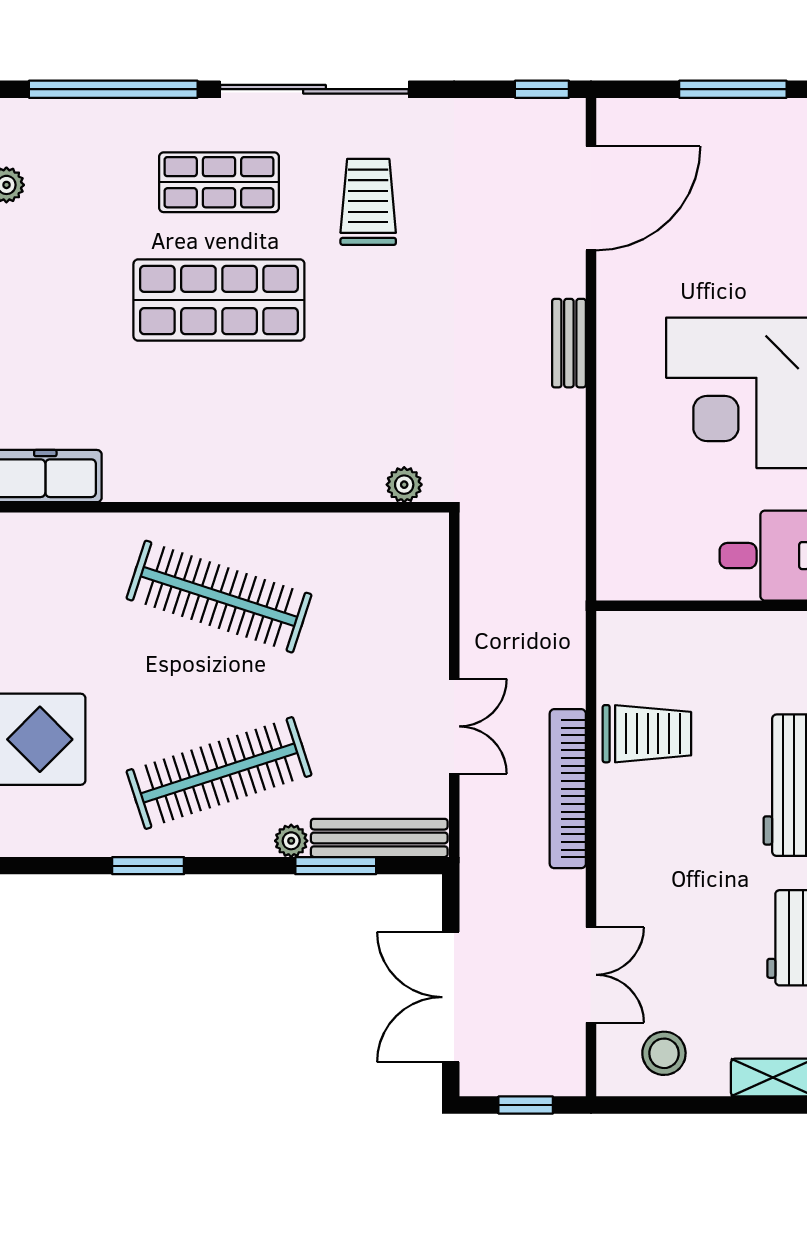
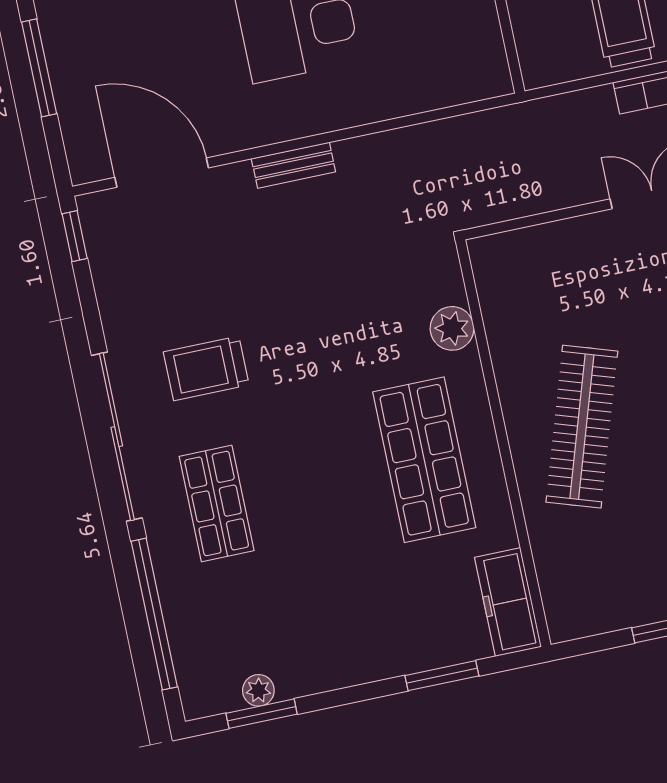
shop shelf: (219, 300) -> (424, 460), moved
plant: (404, 485) -> (452, 328), moved, width x1.38, depth x1.38

